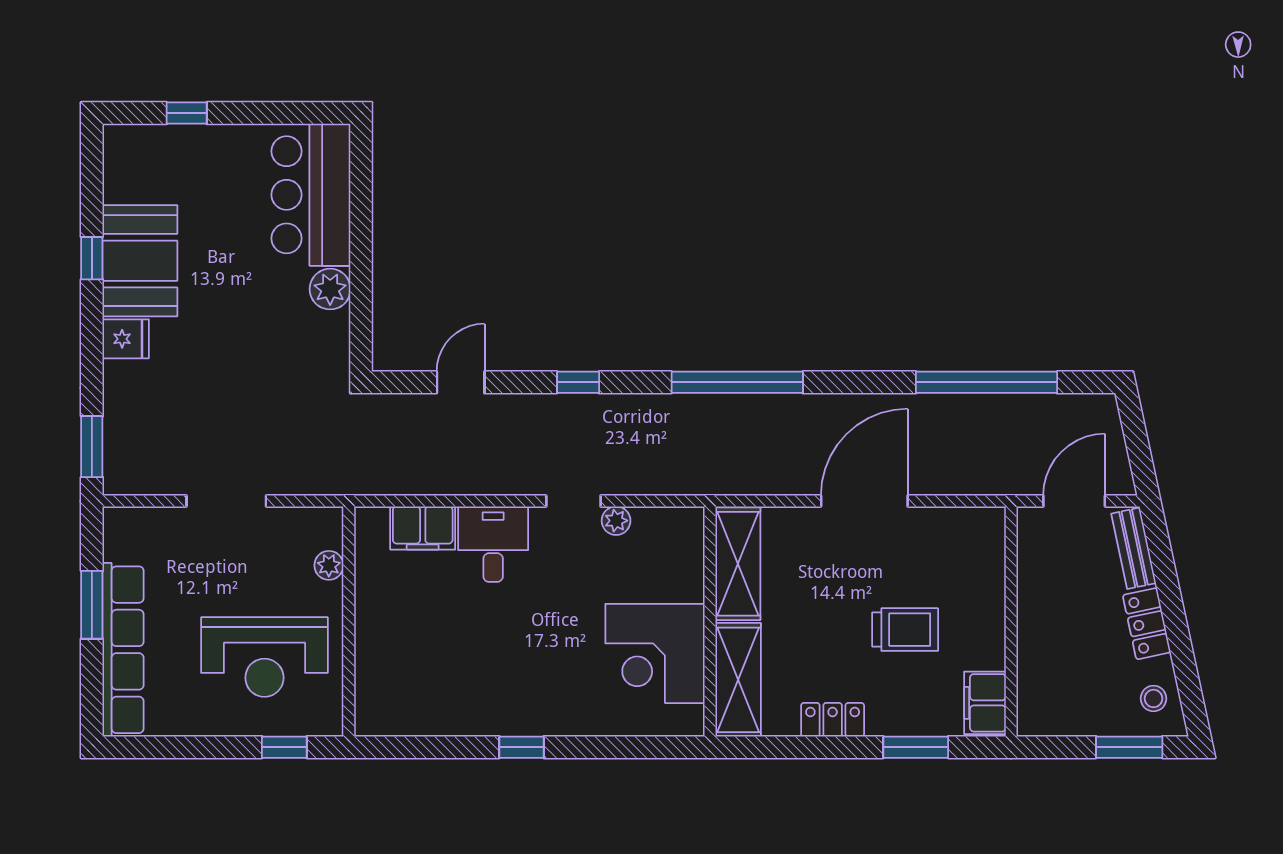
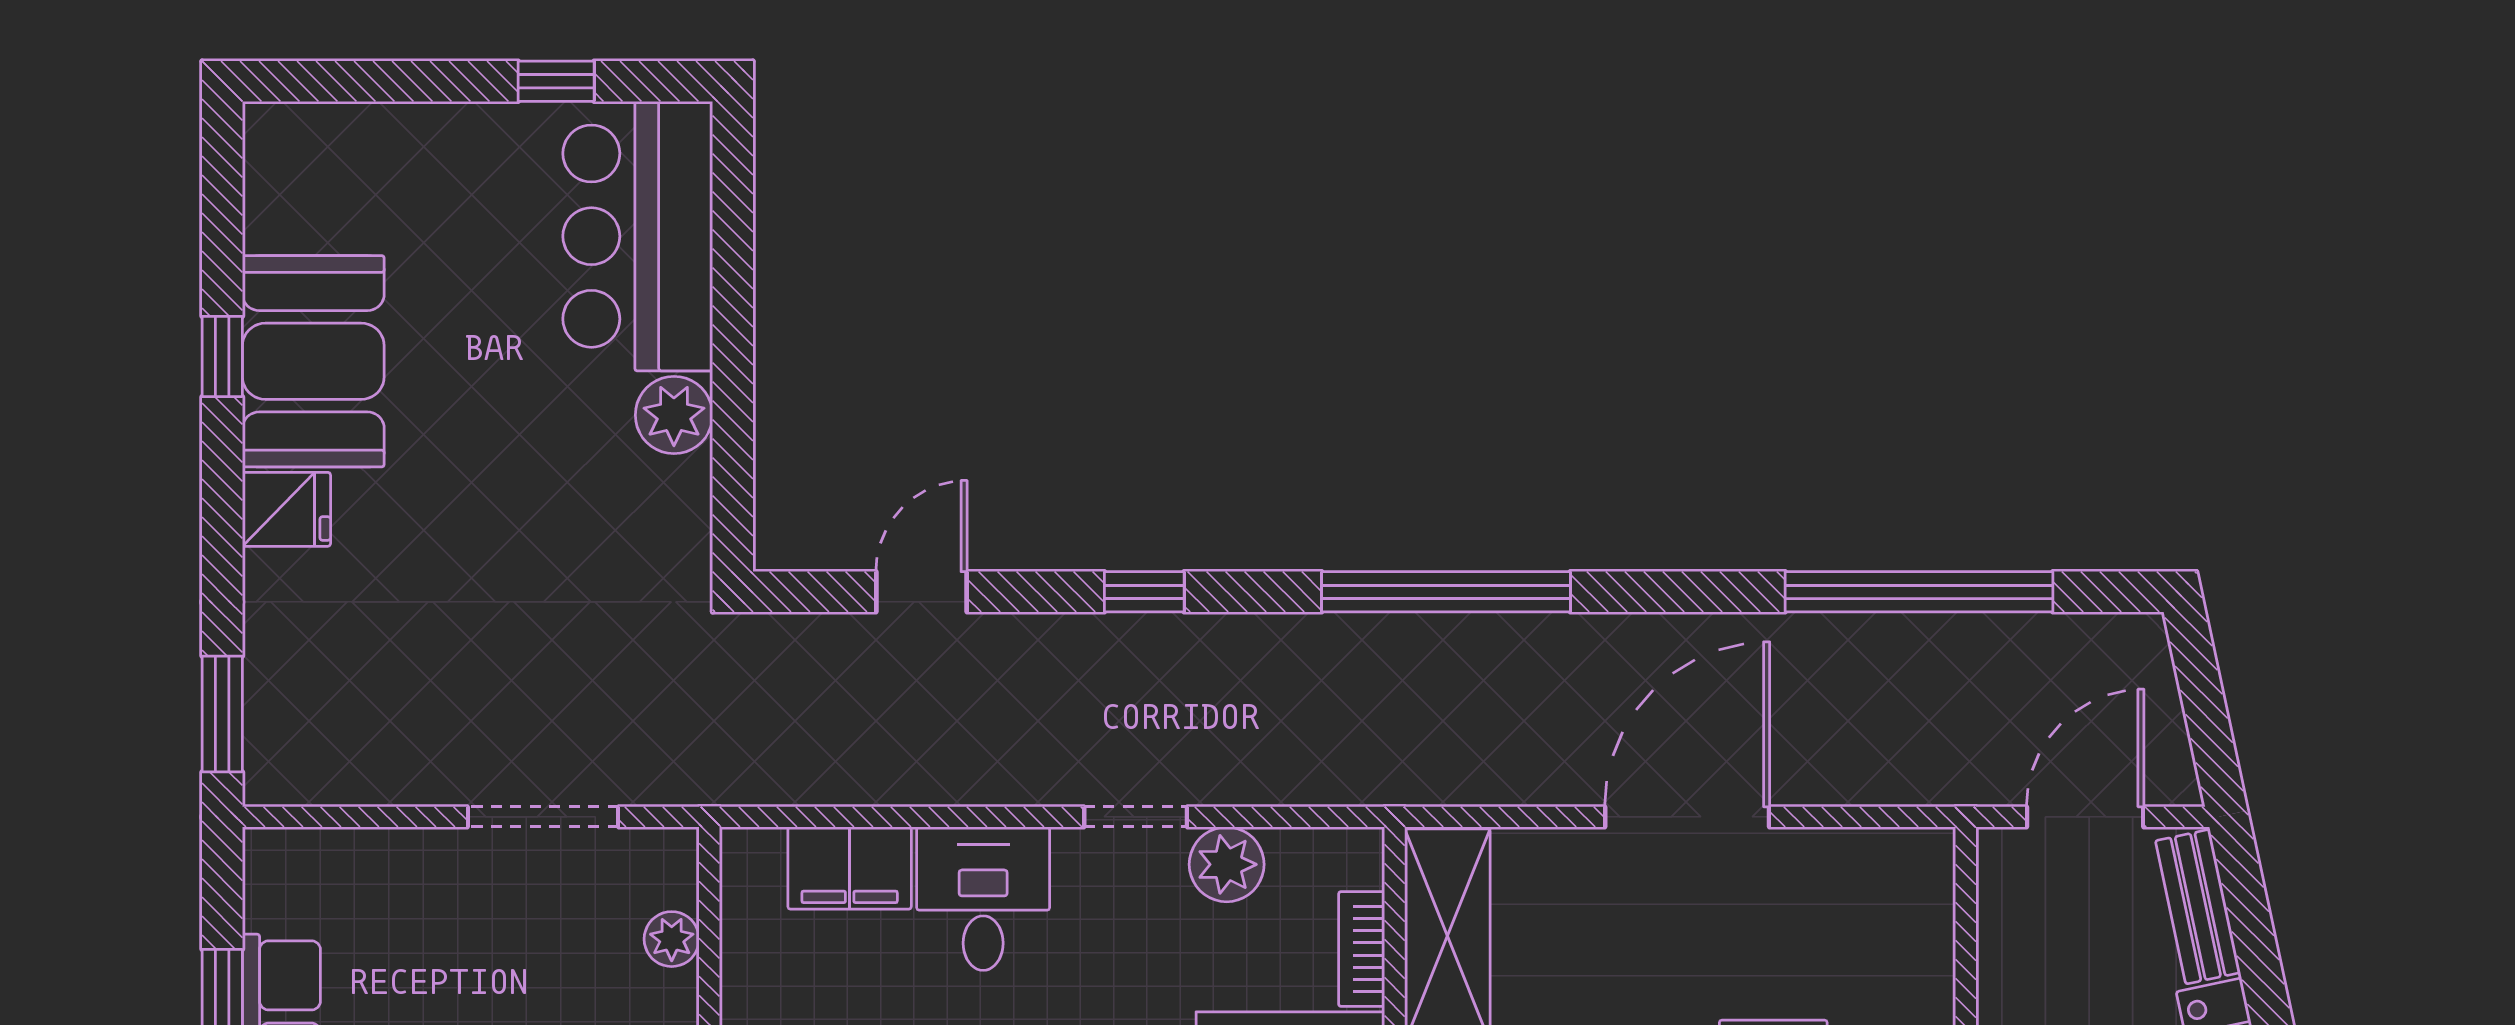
window: (187, 113) -> (556, 81), moved
doorway: (226, 501) -> (543, 817), moved
plant: (616, 521) -> (1227, 864), width x1.38, depth x1.38
bookcase: (693, 571) -> (1362, 949), added

